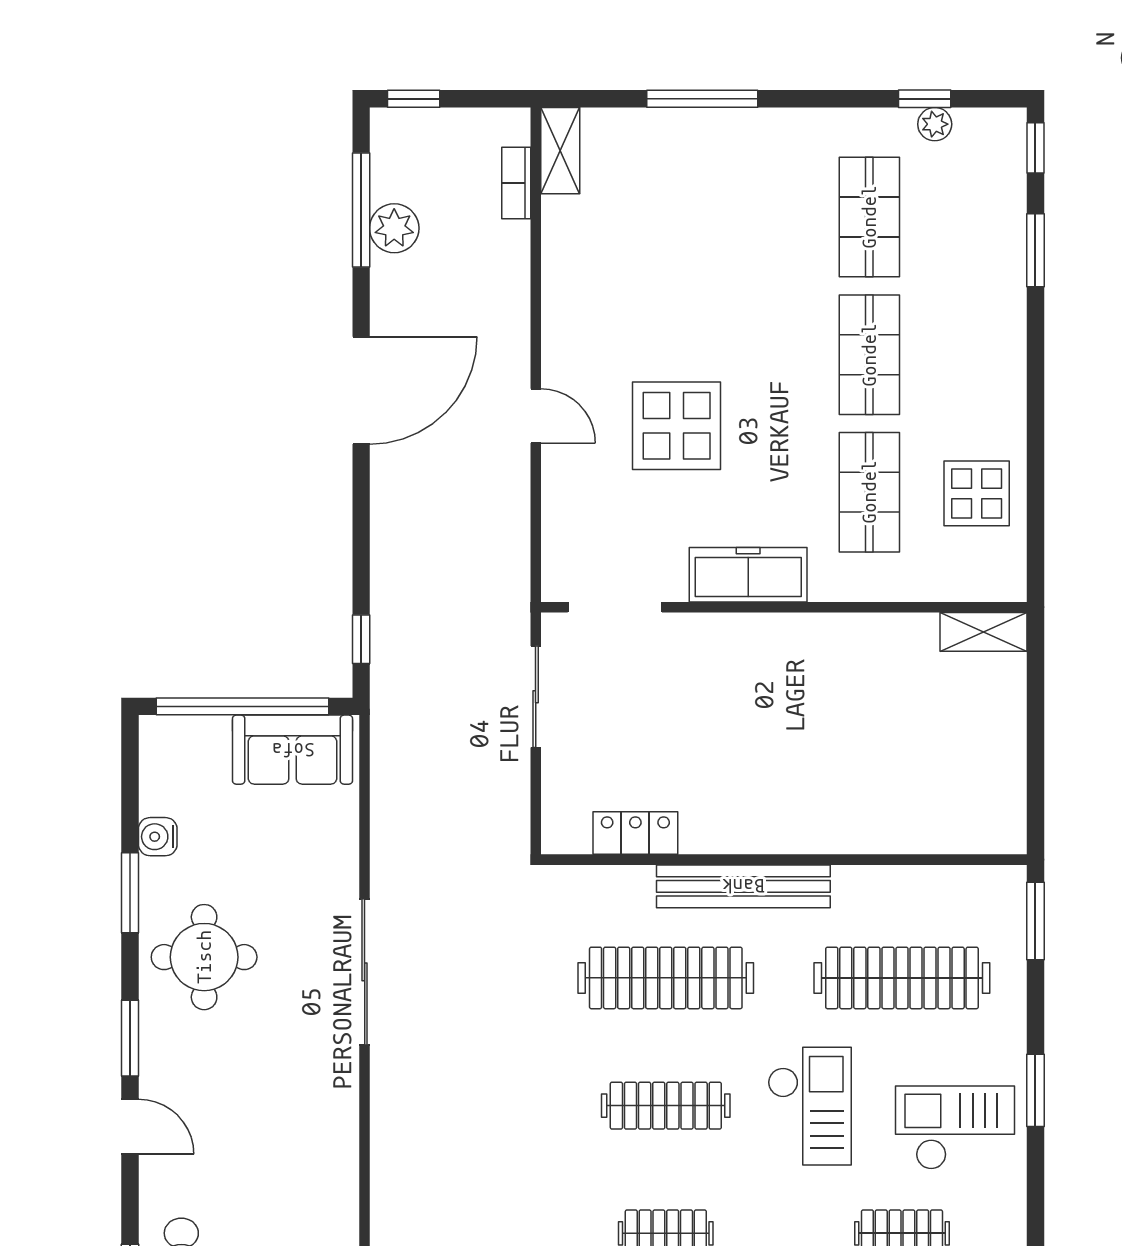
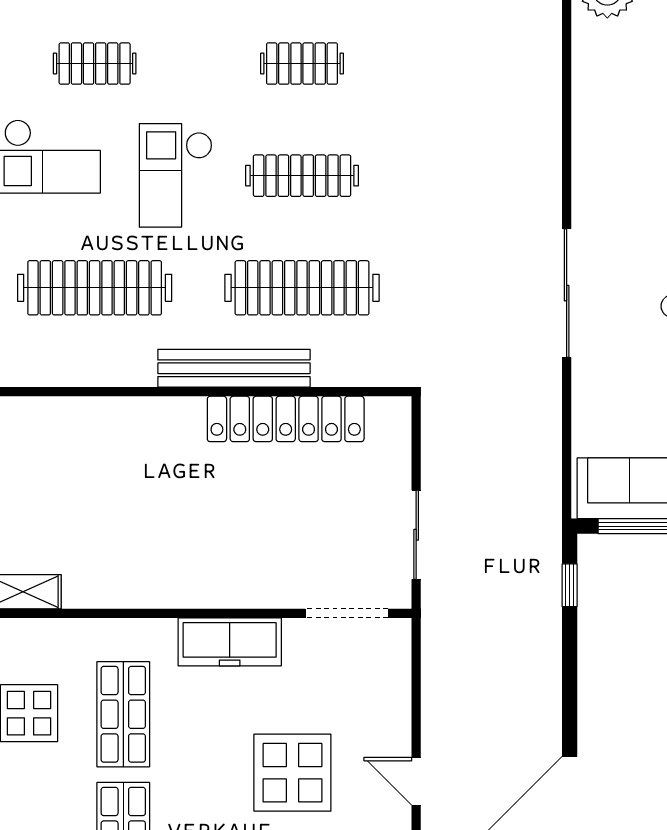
locker: (635, 833) -> (286, 419), width x2.16, depth x1.21

